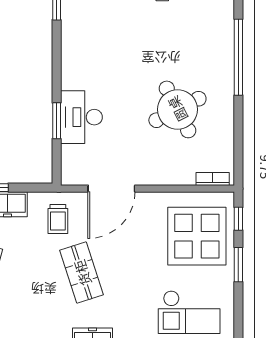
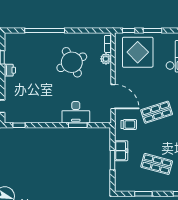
plant: (184, 175) -> (106, 59), added

